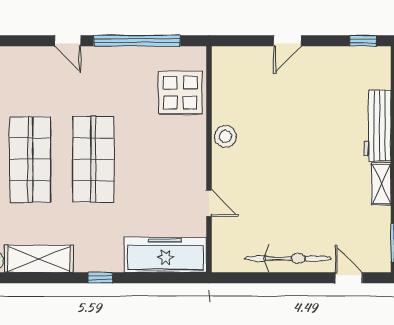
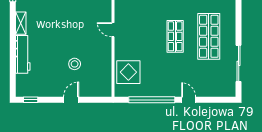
stool: (225, 136) -> (75, 64), moved
shop shelf: (93, 159) -> (175, 36), width x0.70, depth x0.74
door: (209, 203) -> (113, 30), moved

